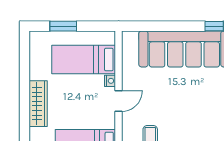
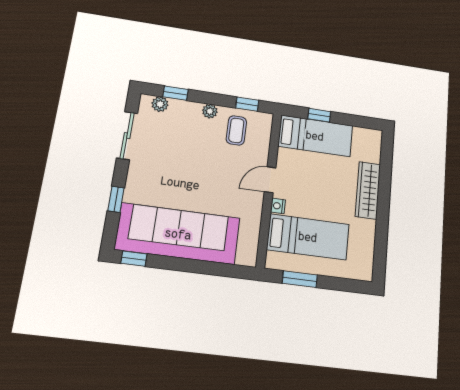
window: (63, 26) -> (300, 279), moved

